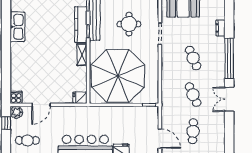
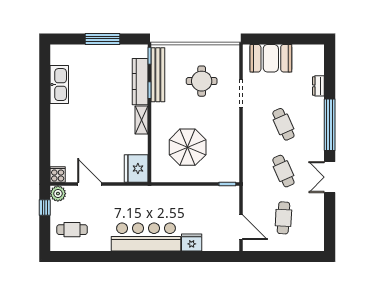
parasol: (118, 76) -> (188, 147), width x0.54, depth x0.54
fridge: (80, 98) -> (136, 169), width x1.88, depth x1.34
door: (41, 105) -> (89, 184), swing flipped

